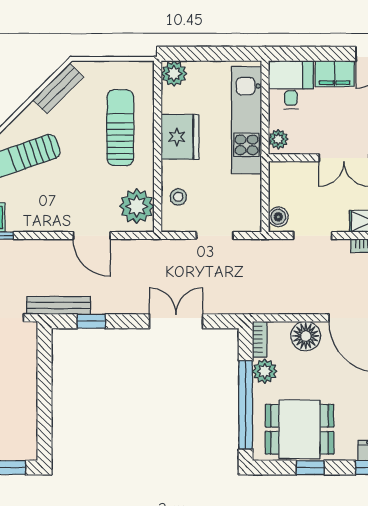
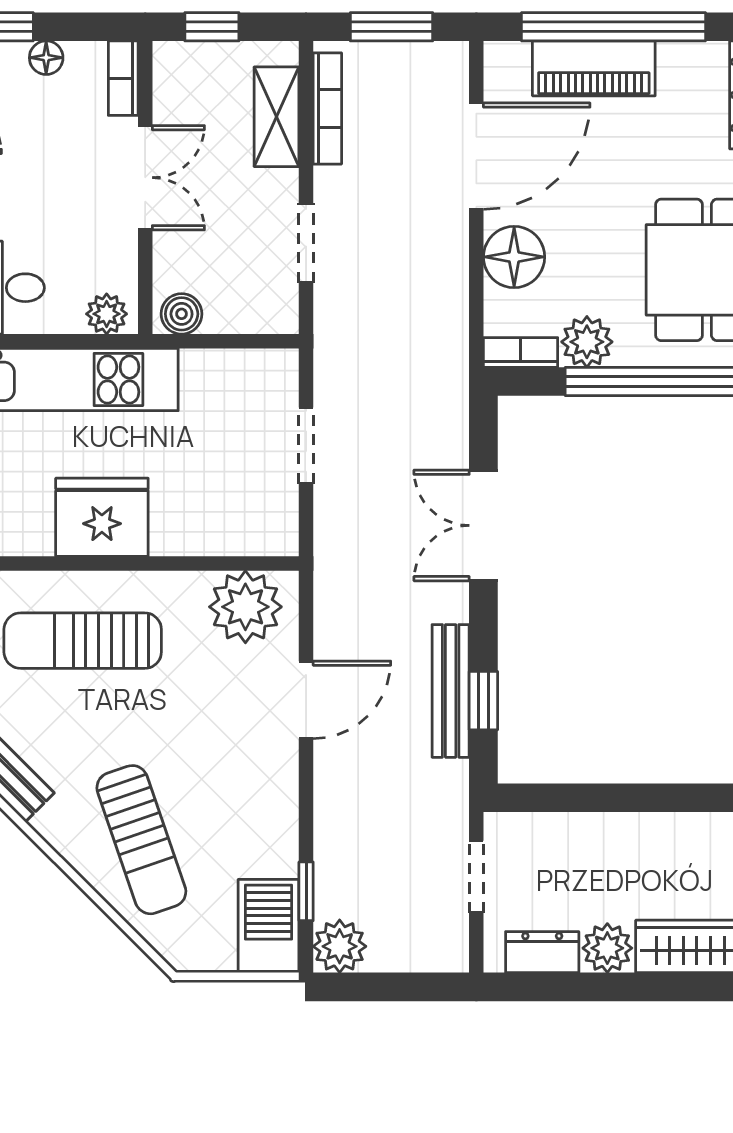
stool: (178, 197) -> (226, 521), removed
boiler: (278, 217) -> (182, 314), moved
bench: (59, 305) -> (451, 691), moved

